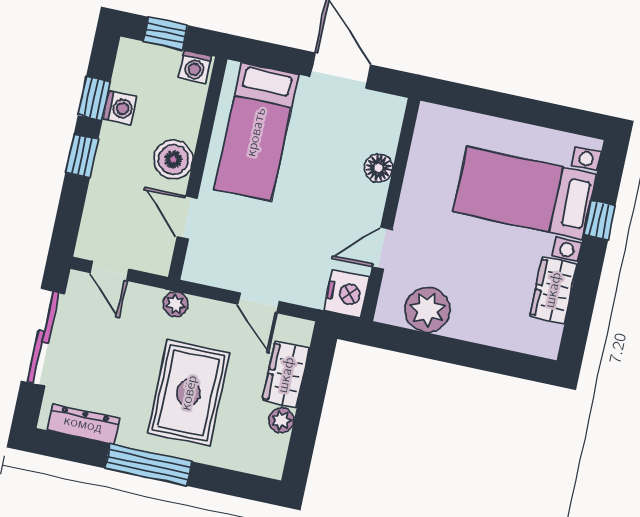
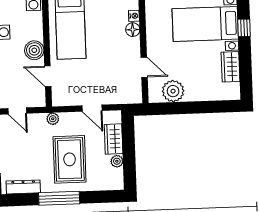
door: (382, 248) -> (144, 67), swing flipped
nightstand: (347, 294) -> (134, 16), moved, width x0.53, depth x0.56

